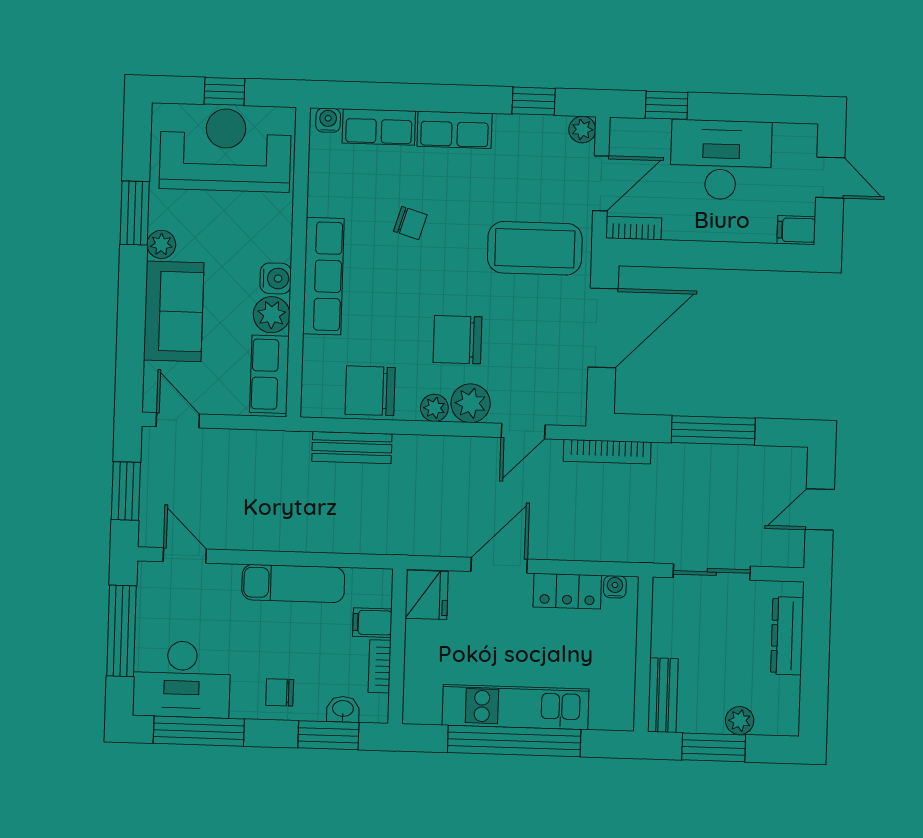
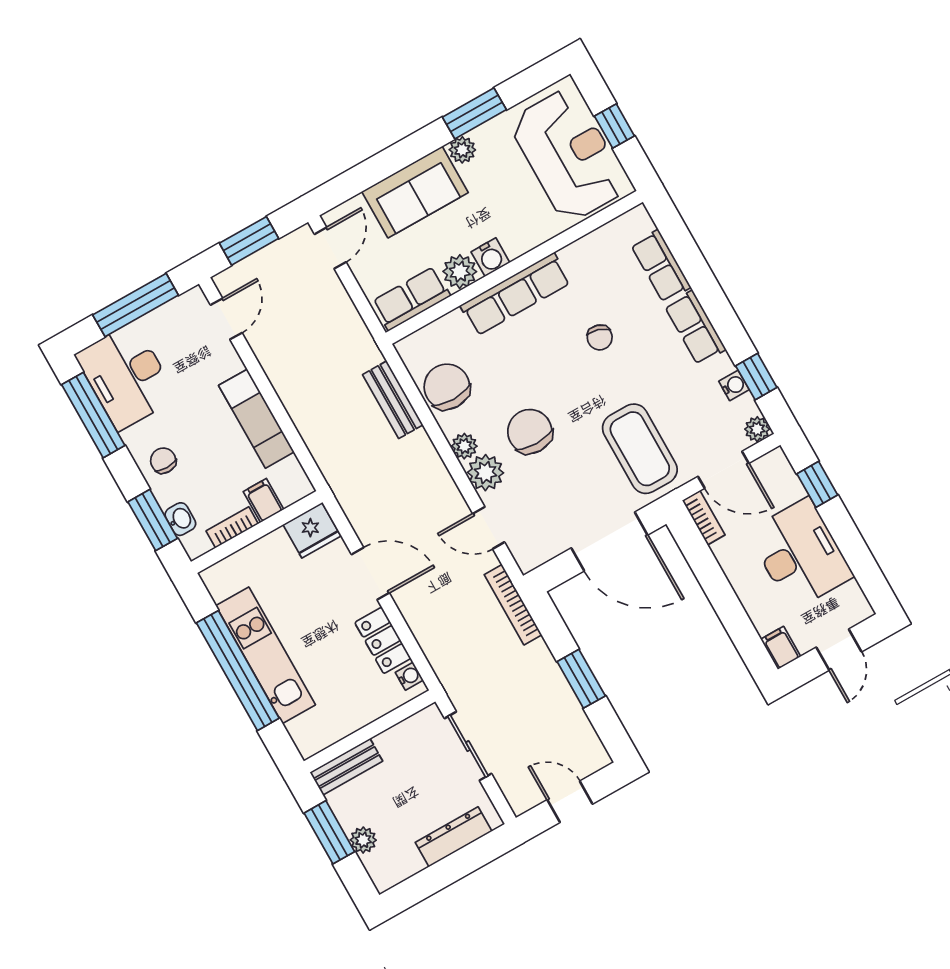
water cooler: (328, 120) -> (734, 385), moved
window: (713, 430) -> (581, 679), width x0.69

